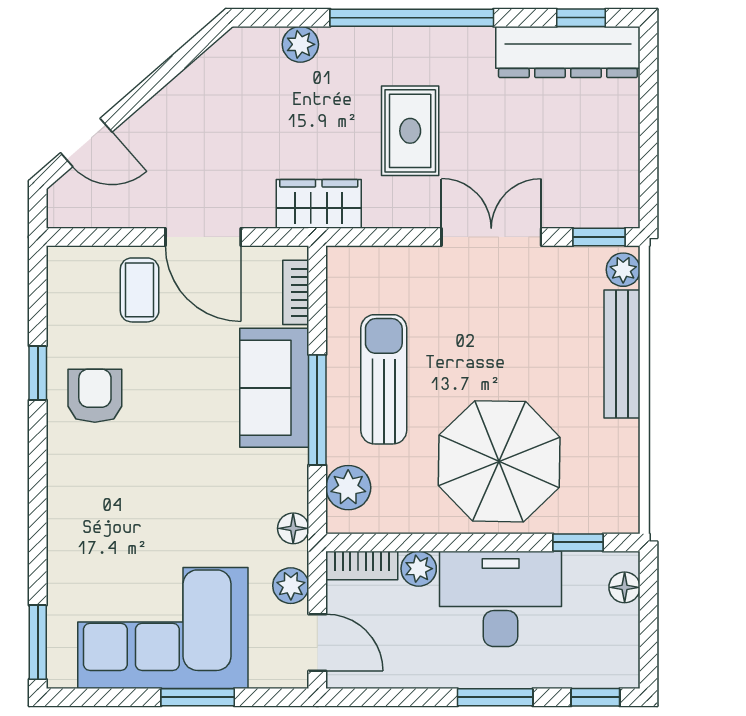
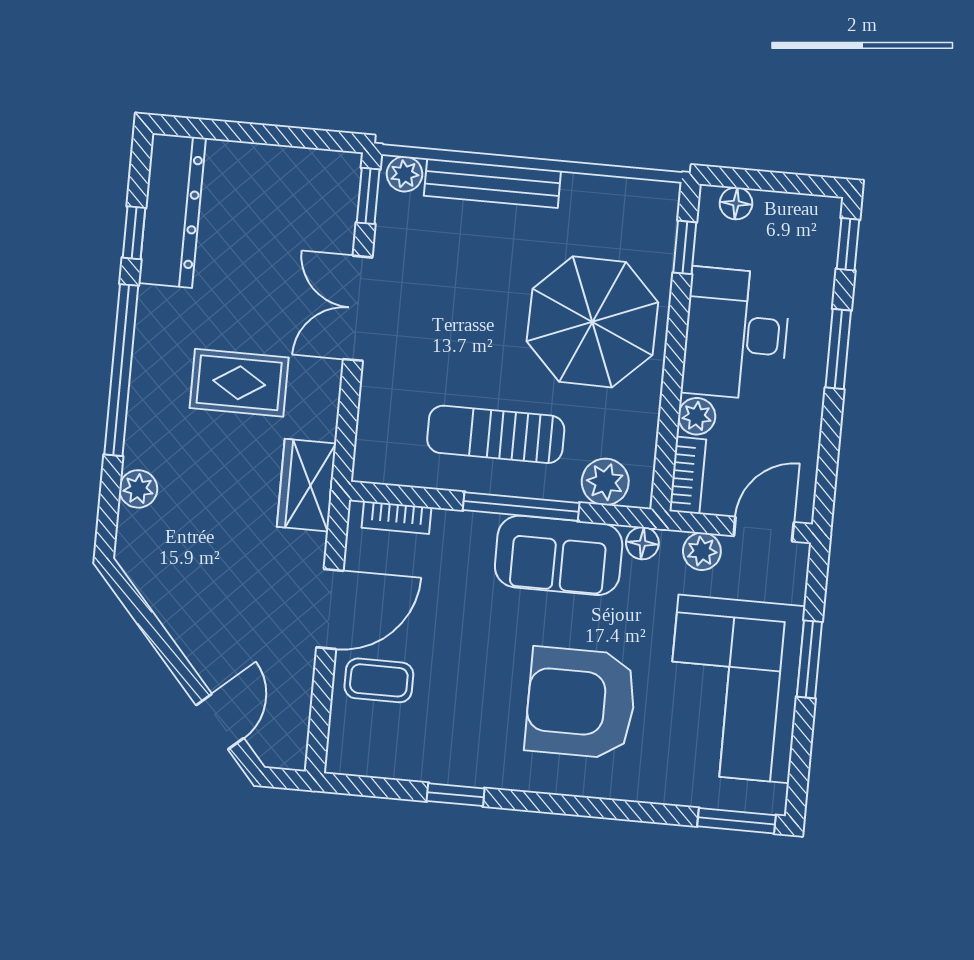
window: (581, 18) -> (134, 233), moved
sofa: (274, 388) -> (559, 555), moved
armchair: (95, 396) -> (581, 703), moved, width x1.88, depth x1.88

